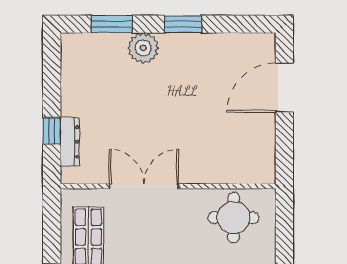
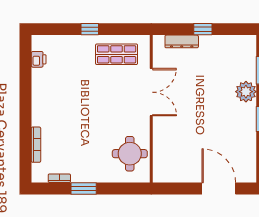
window: (52, 131) -> (203, 29), moved

